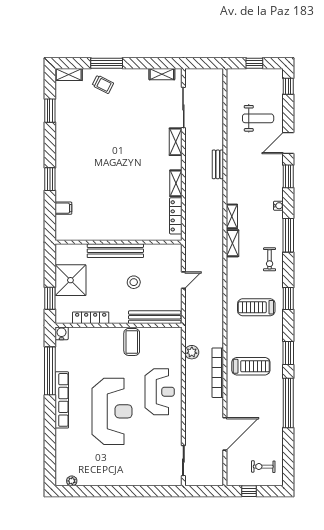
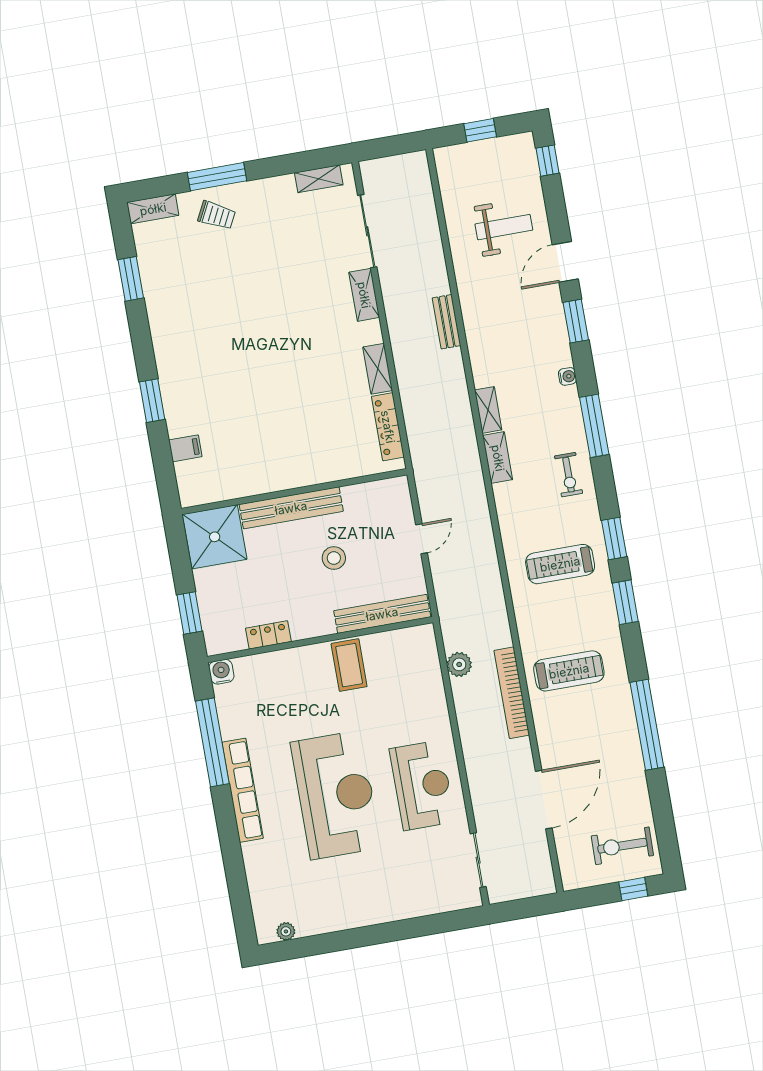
shower: (70, 280) -> (215, 537), moved
locker: (91, 318) -> (268, 635), width x0.66
window: (288, 353) -> (625, 602), moved
reception desk: (160, 392) -> (422, 785), moved
exercise bike: (263, 467) -> (622, 846), width x1.38, depth x1.39
window: (249, 491) -> (633, 889), moved

